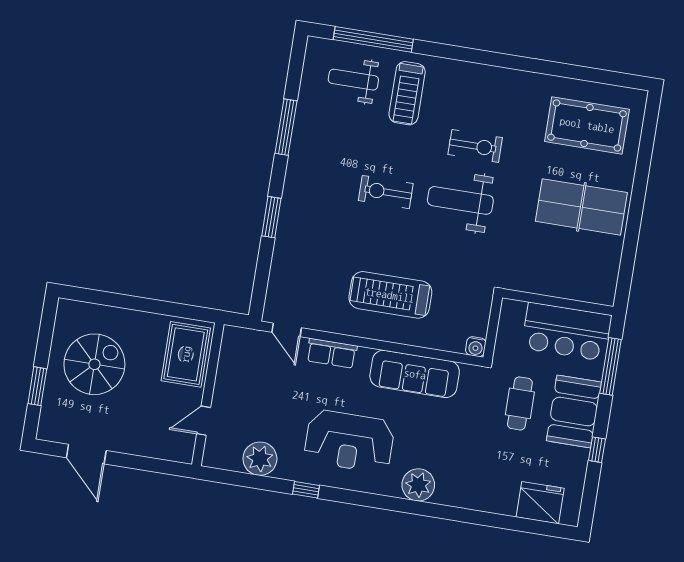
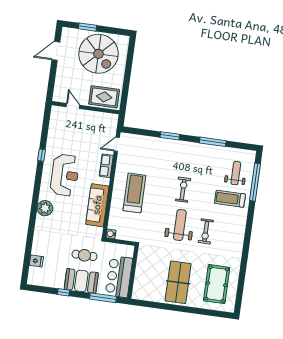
spiral stairs: (94, 364) -> (98, 54), width x1.37, depth x1.37
reception desk: (349, 441) -> (65, 175), turned 180
plant: (260, 459) -> (56, 133), removed
fridge: (540, 503) -> (36, 261), width x0.53, depth x0.75

